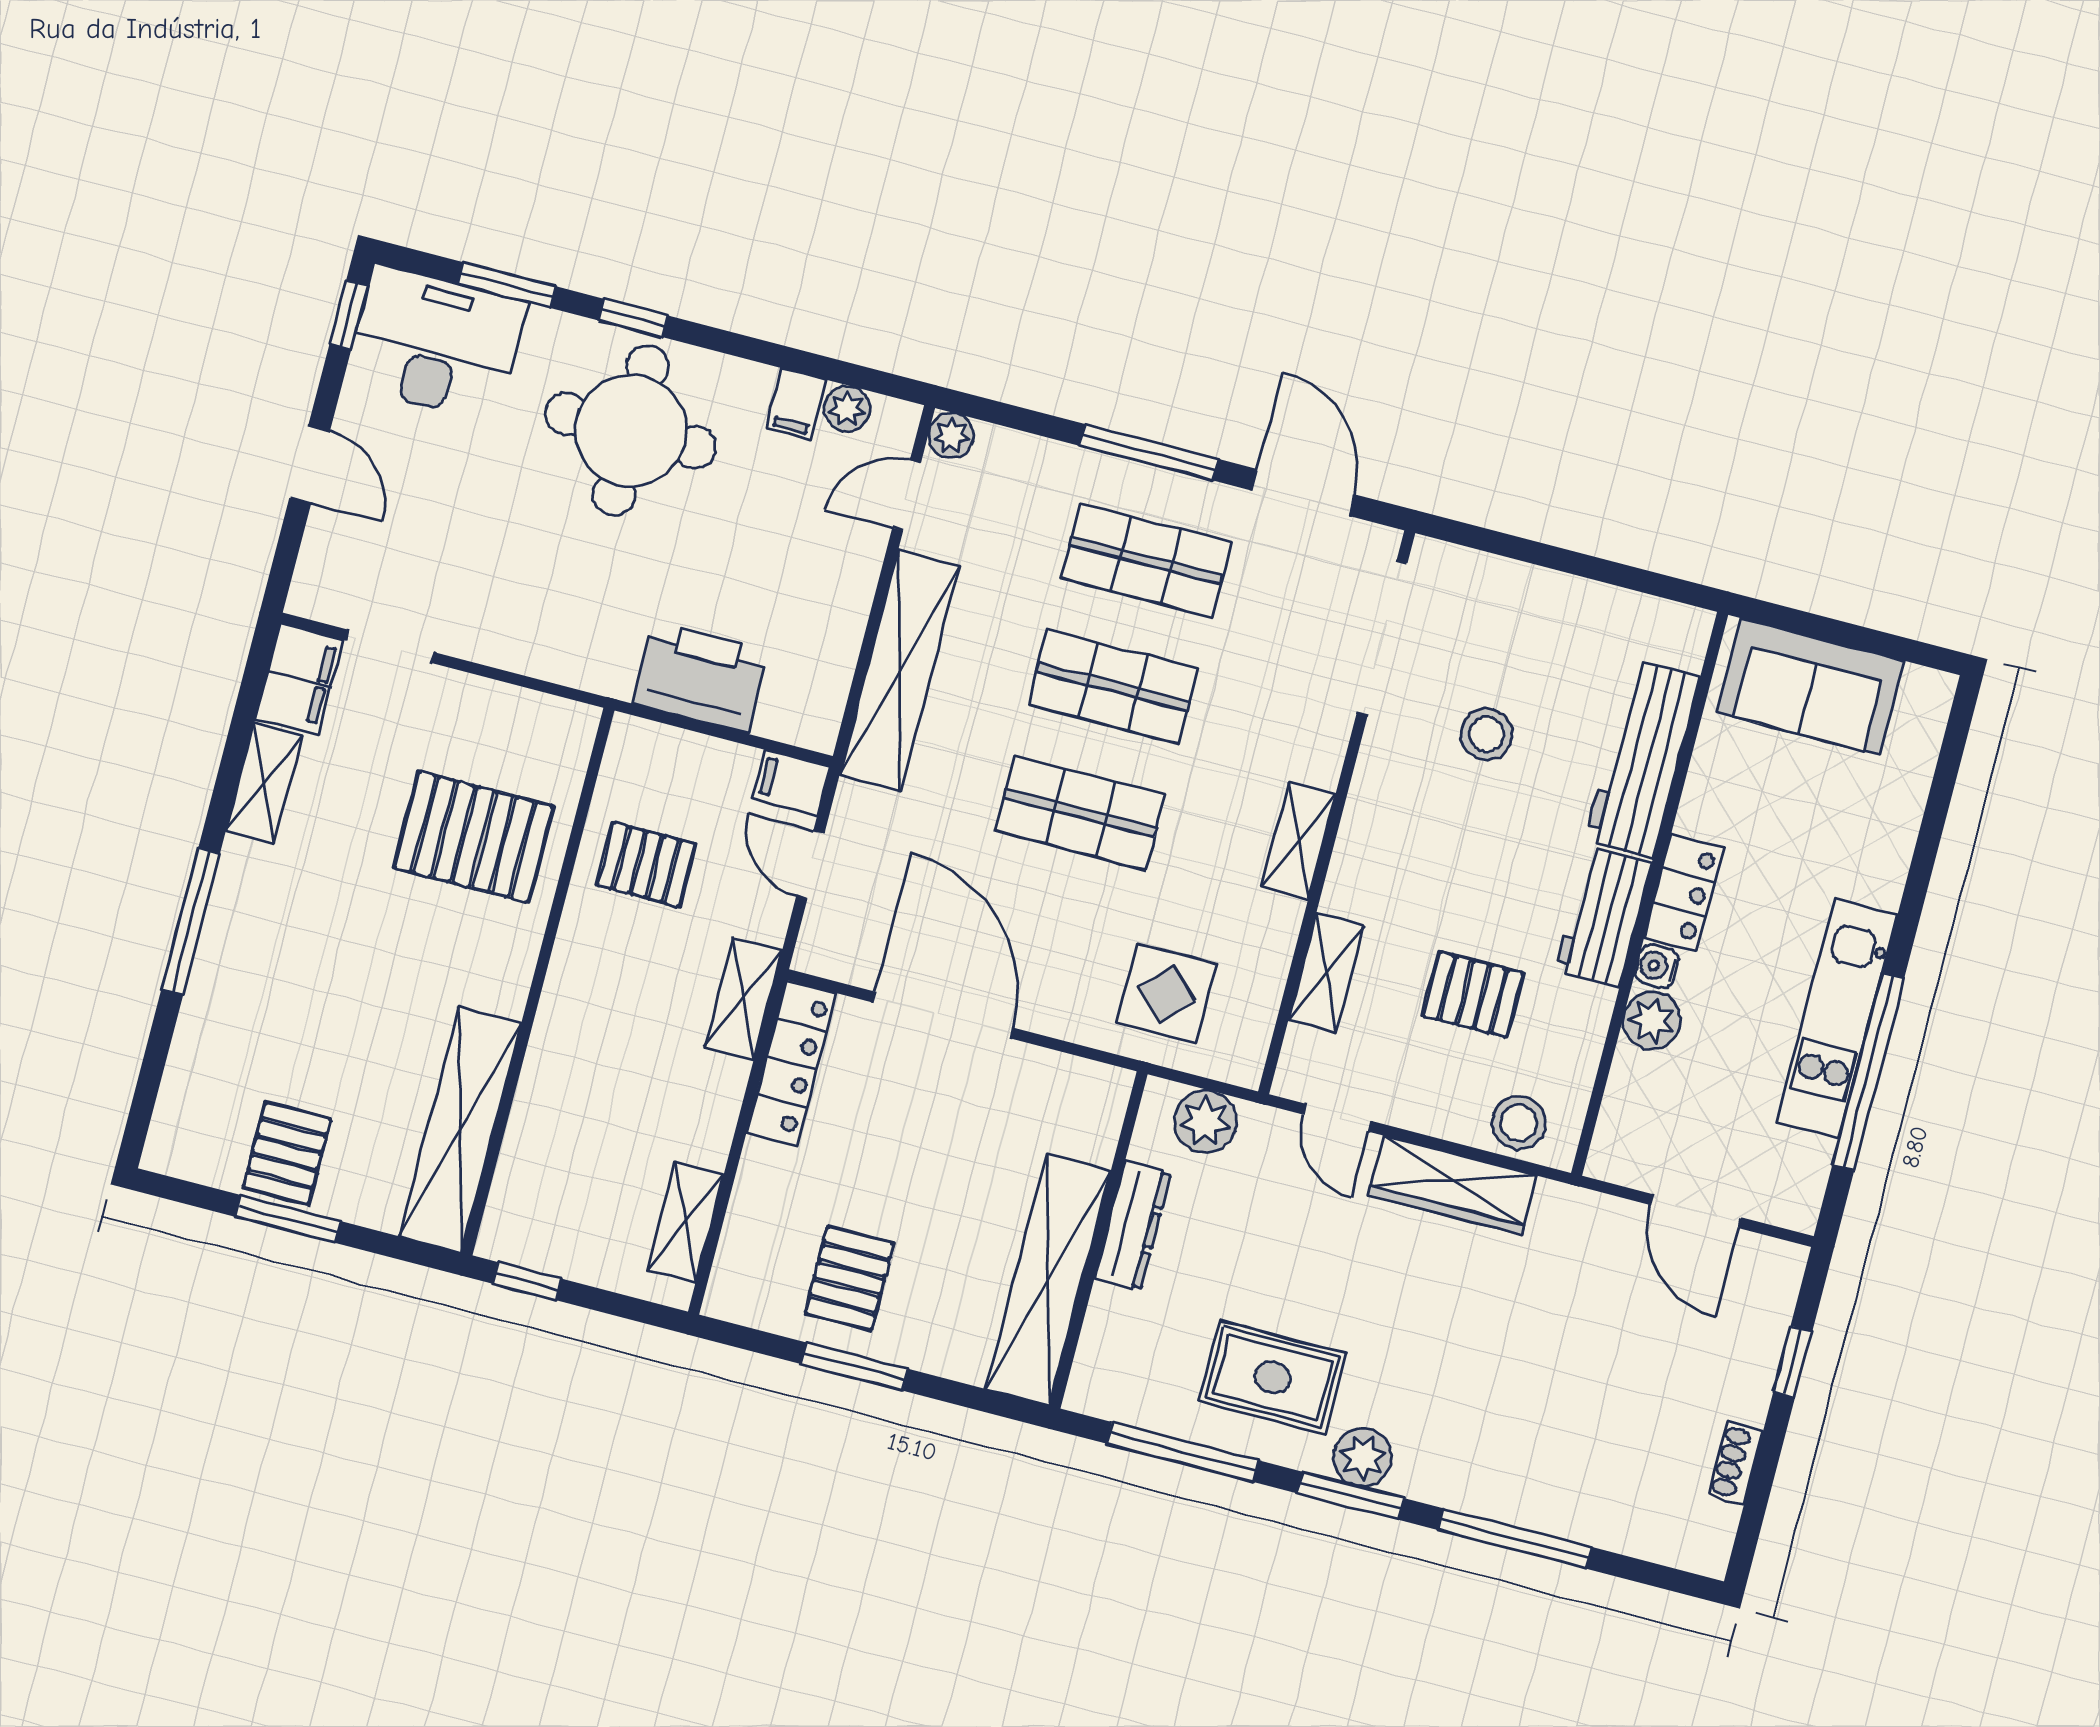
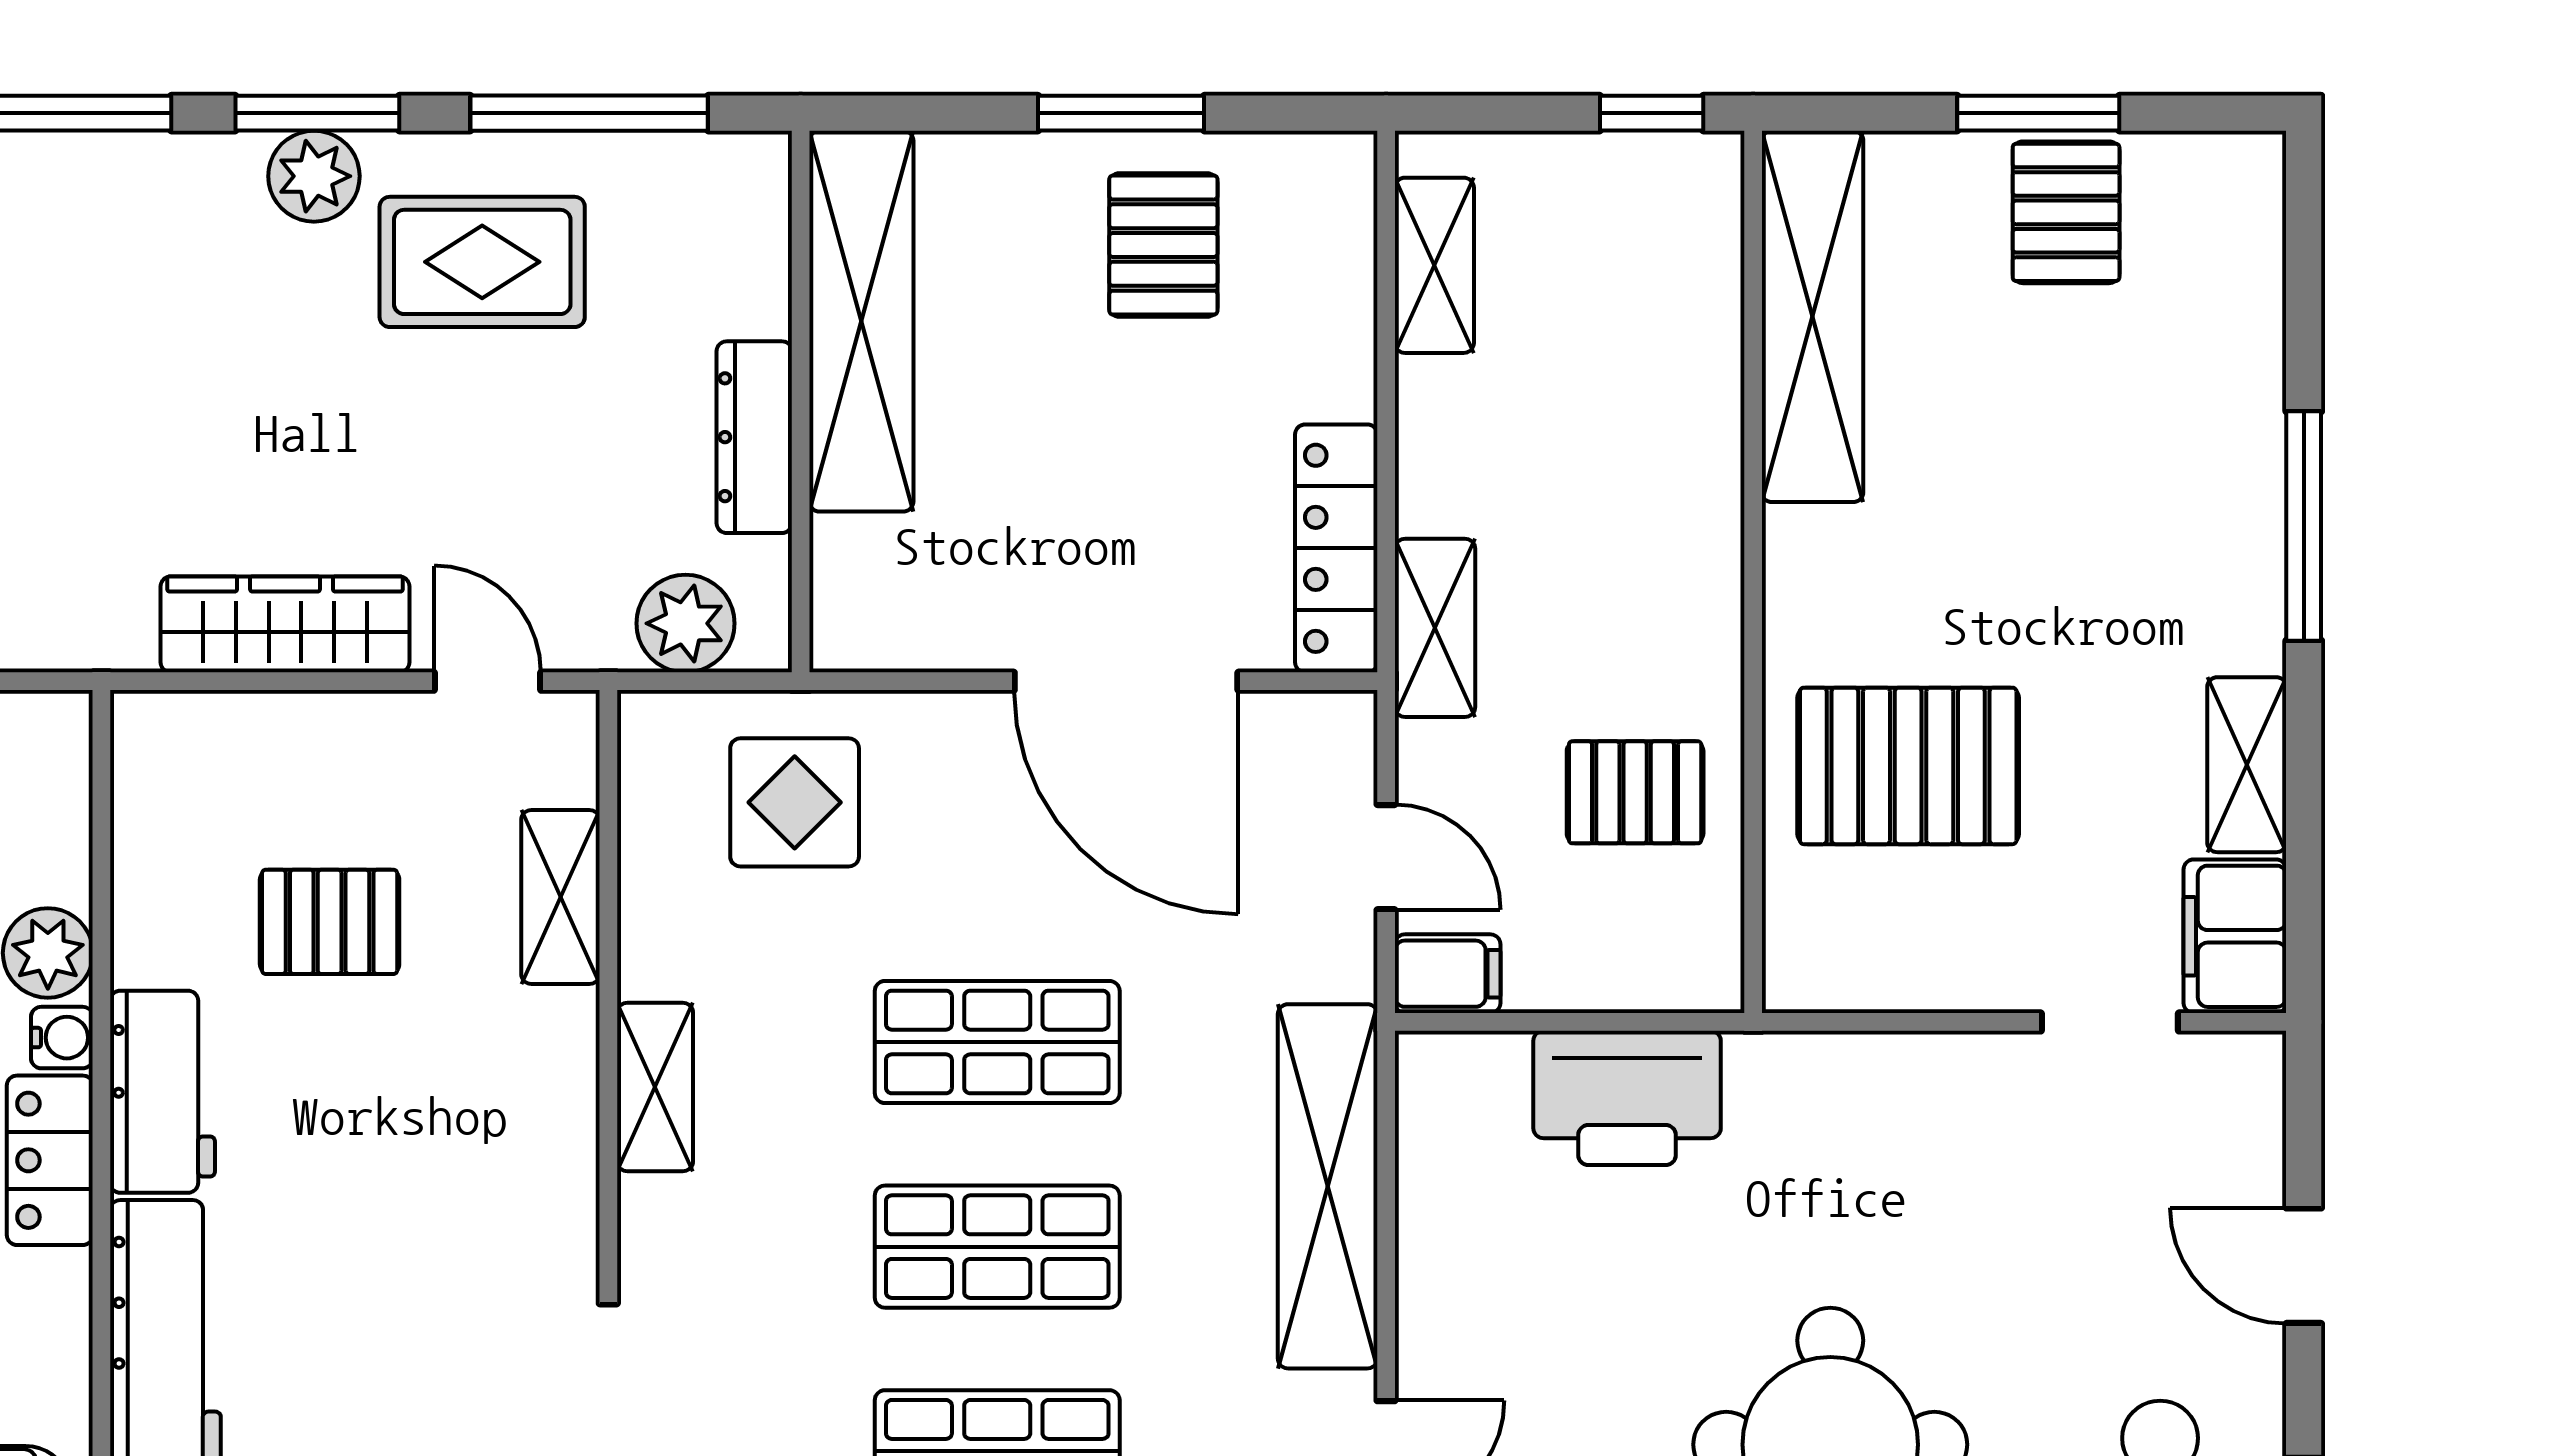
stool: (1487, 734) -> (412, 1322), removed
stool: (1519, 1123) -> (209, 745), removed

